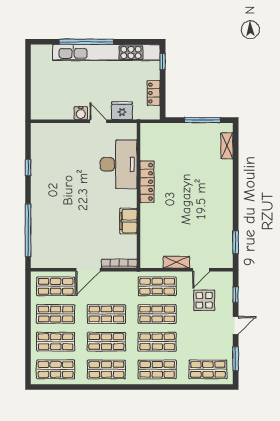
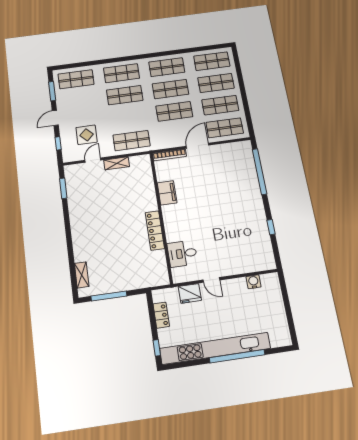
water cooler: (81, 113) -> (254, 282), moved
desk: (119, 164) -> (182, 254), width x0.53, depth x0.77
shop shelf: (157, 314) -> (128, 118), removed

